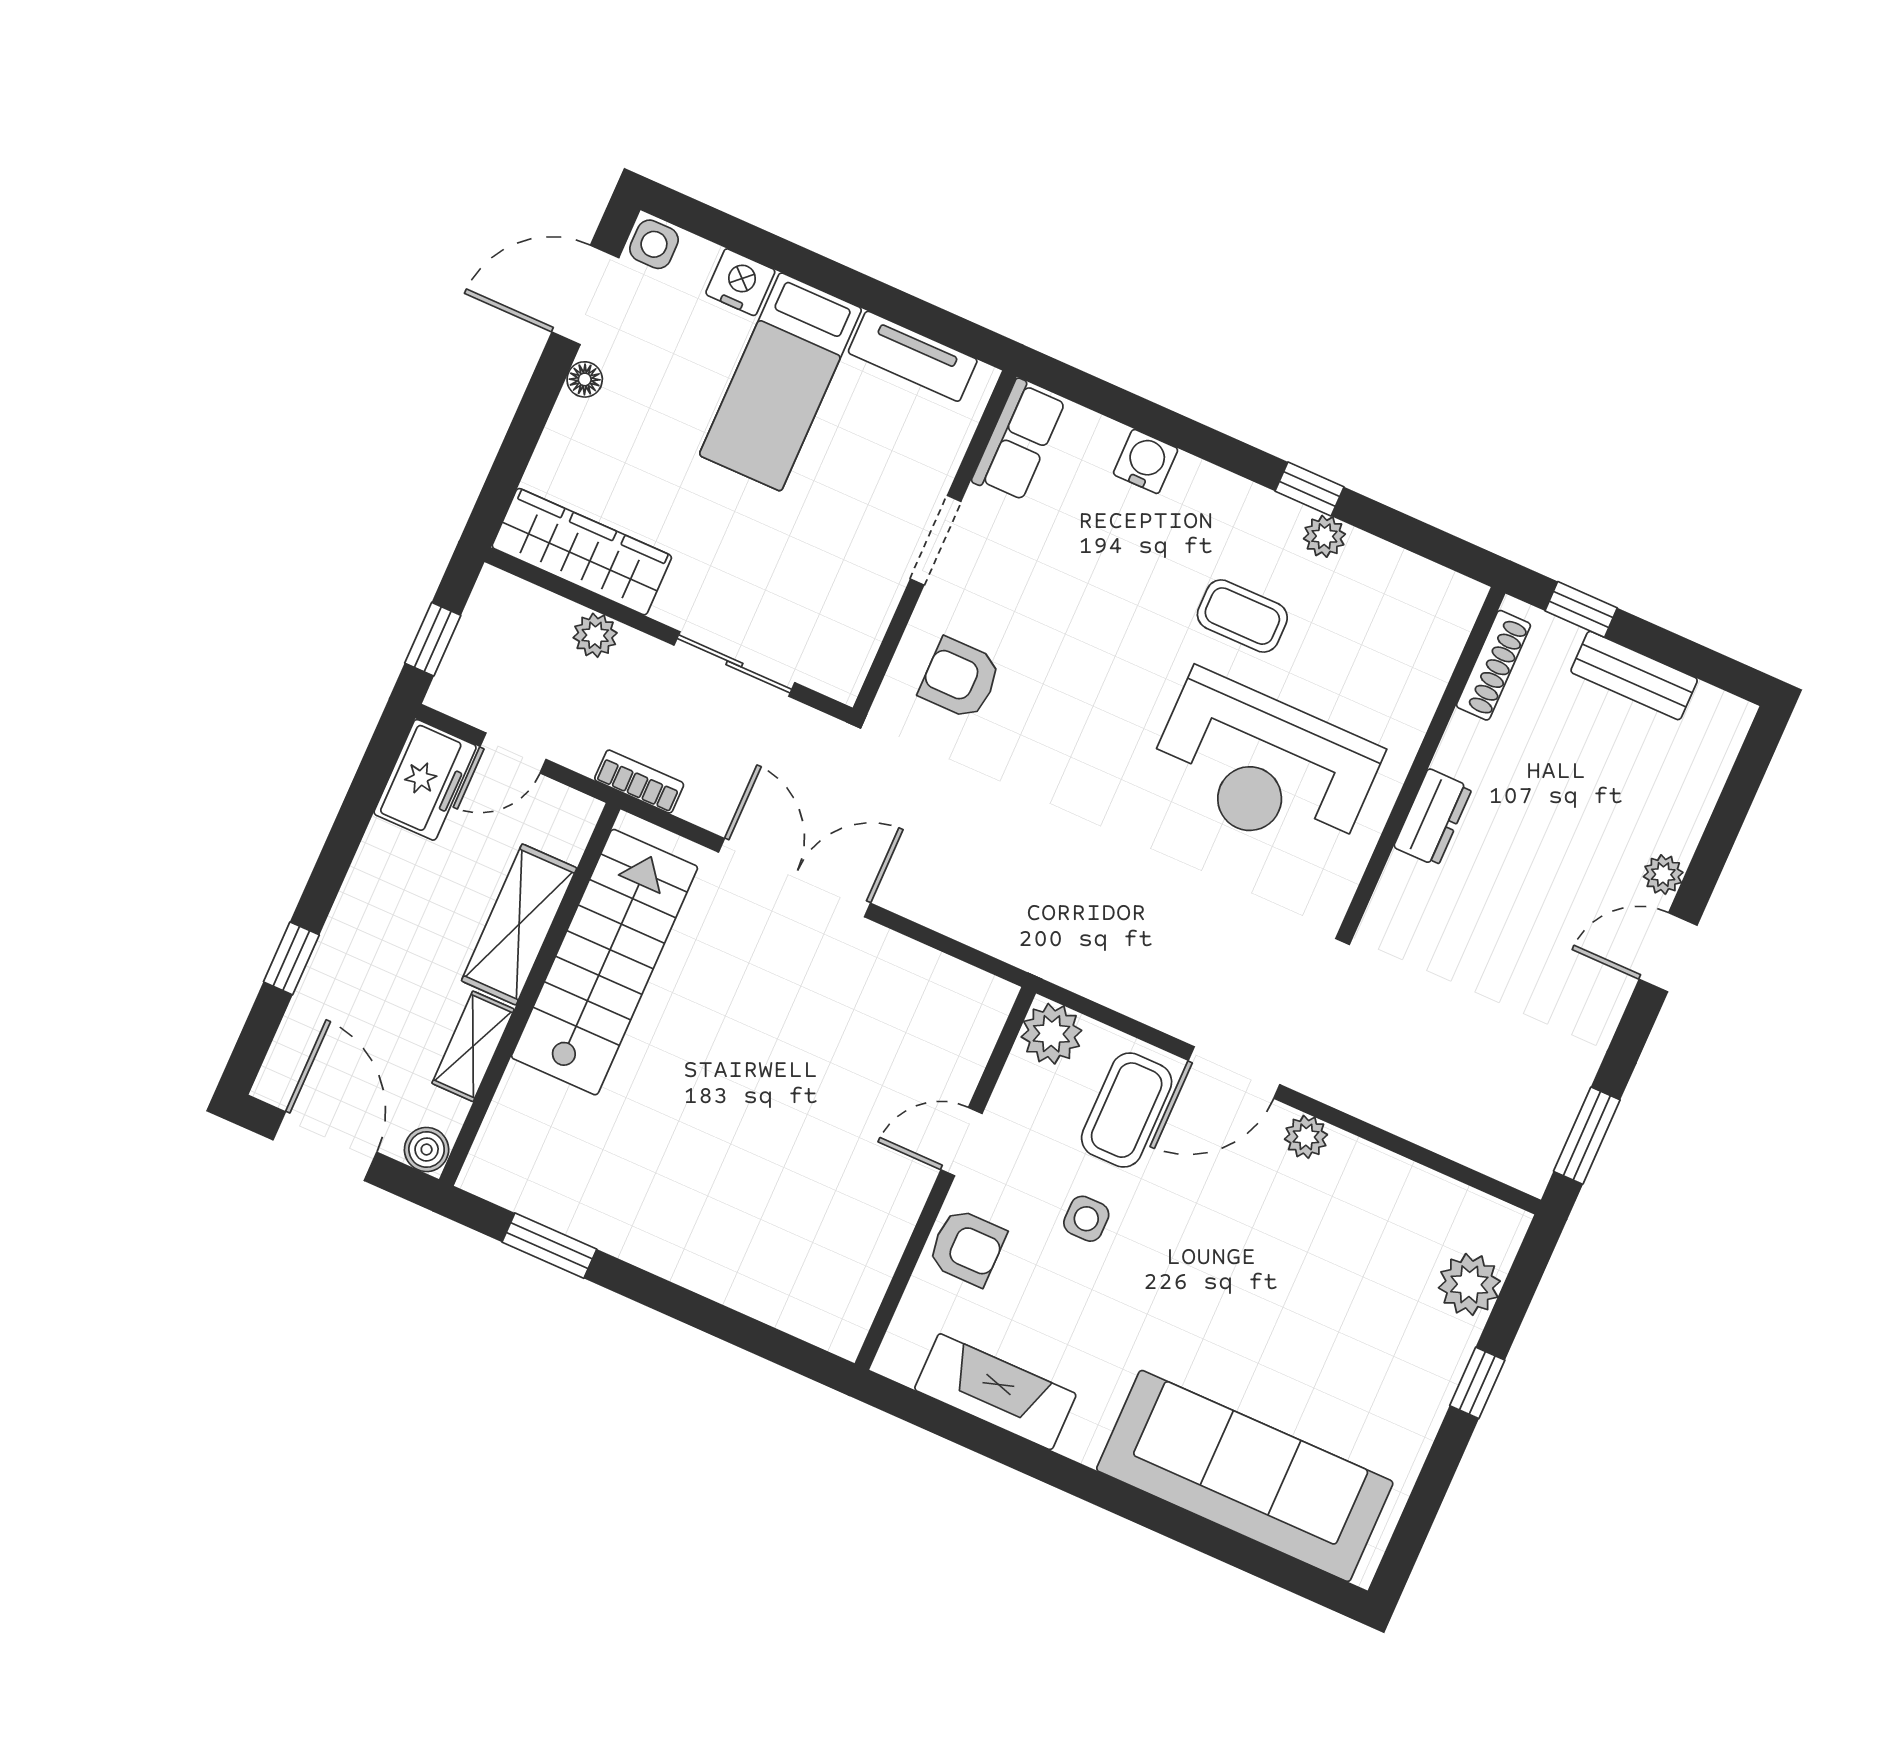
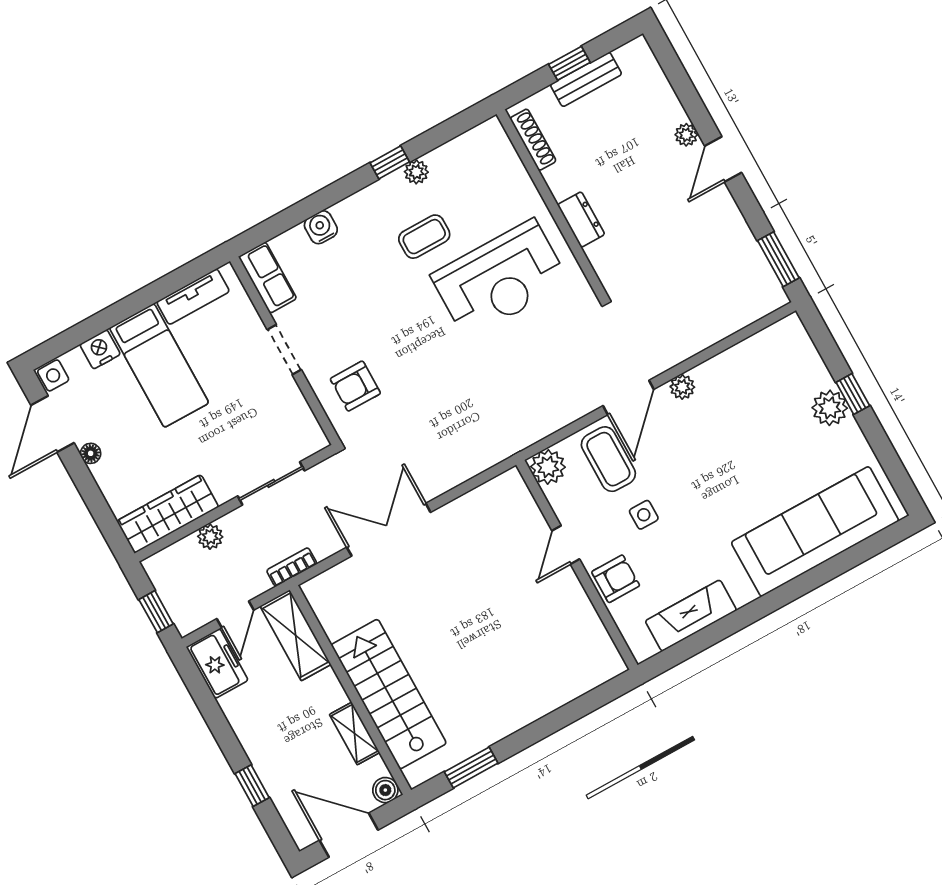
window: (1581, 609) -> (569, 63), moved
shelving: (519, 924) -> (296, 635), moved
stairs: (605, 962) -> (389, 694), moved
plant: (1469, 1284) -> (830, 408), moved

